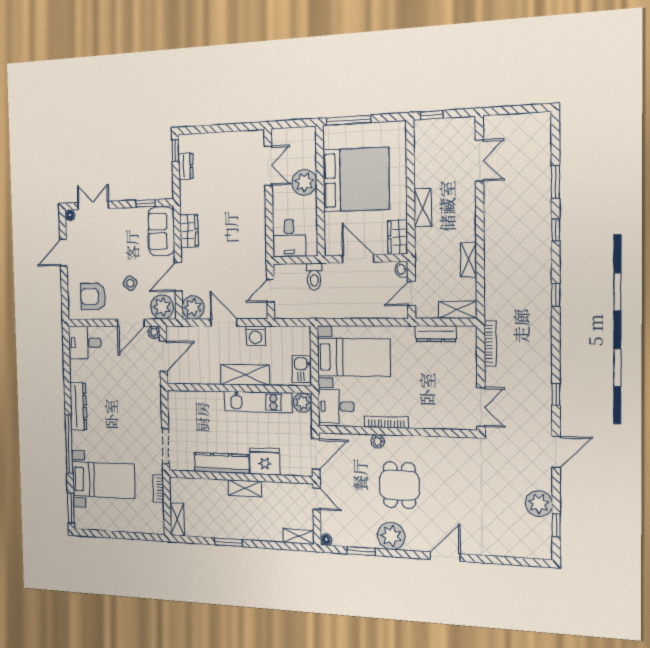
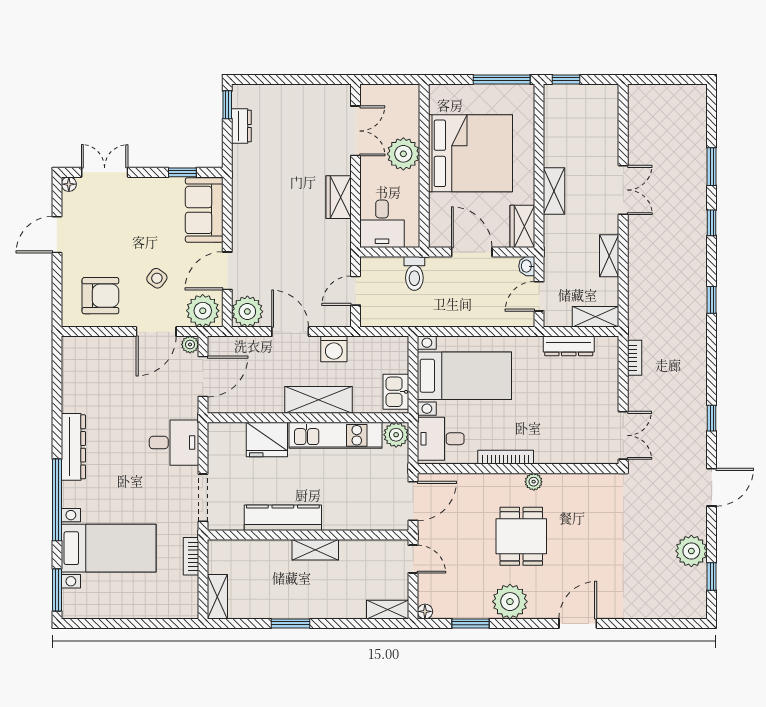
window: (348, 120) -> (502, 79), moved
double door: (479, 161) -> (623, 190), moved
wardrobe: (189, 231) -> (339, 197), moved, turned 180
armchair: (93, 297) -> (100, 296), turned 180
desk: (85, 343) -> (174, 443), moved, turned 180
bookcase: (490, 344) -> (635, 358), width x0.64
plant: (378, 441) -> (534, 482), moved
fridge: (265, 461) -> (267, 440), moved, turned 180

